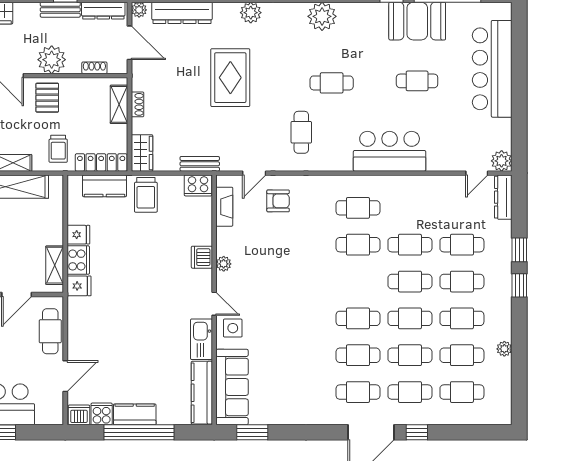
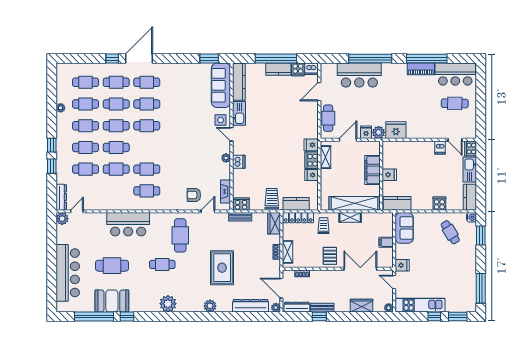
plant: (52, 60) -> (327, 278), removed
cafe table: (417, 81) -> (112, 266), width x1.37, depth x1.35
cafe table: (301, 132) -> (180, 235), width x1.37, depth x1.35

